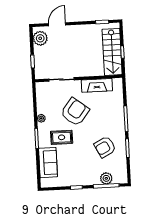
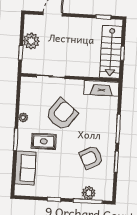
plant: (40, 38) -> (31, 41), moved
fireplace: (97, 85) -> (101, 88), moved

